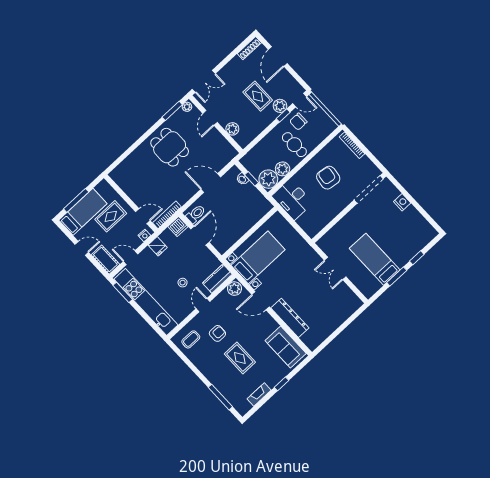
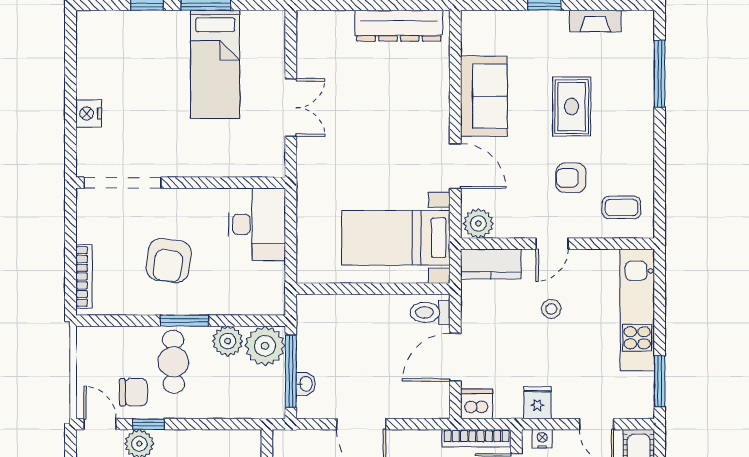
window: (304, 162) -> (184, 321), added
window: (251, 179) -> (291, 371), width x2.17
desk: (292, 199) -> (257, 224), moved
toilet: (196, 214) -> (430, 312), moved
kitchen unit: (146, 302) -> (637, 310), width x0.73
dresser: (290, 318) -> (399, 26), moved, turned -90
sofa: (286, 347) -> (484, 96), moved

